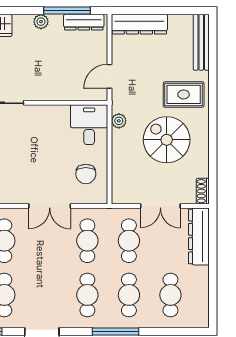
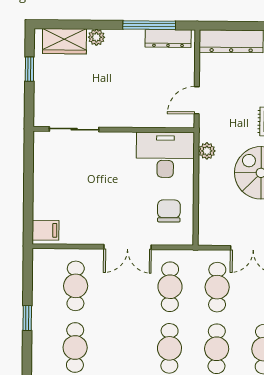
plant: (41, 22) -> (96, 37), moved
desk: (89, 125) -> (165, 155), width x1.37
chair: (86, 174) -> (169, 211), turned 180

